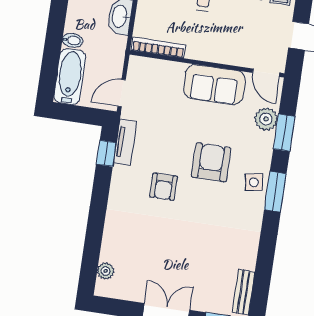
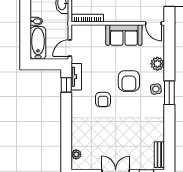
plant: (266, 119) -> (157, 64), moved
window: (284, 133) -> (169, 57), removed
armchair: (211, 162) -> (129, 81), turned 180

